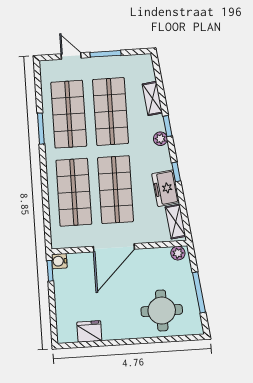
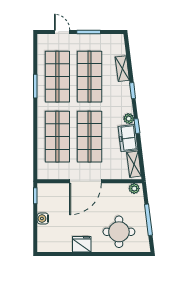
plant: (160, 139) -> (129, 119), moved
water cooler: (59, 261) -> (43, 219), moved
fridge: (89, 331) -> (82, 244), moved

